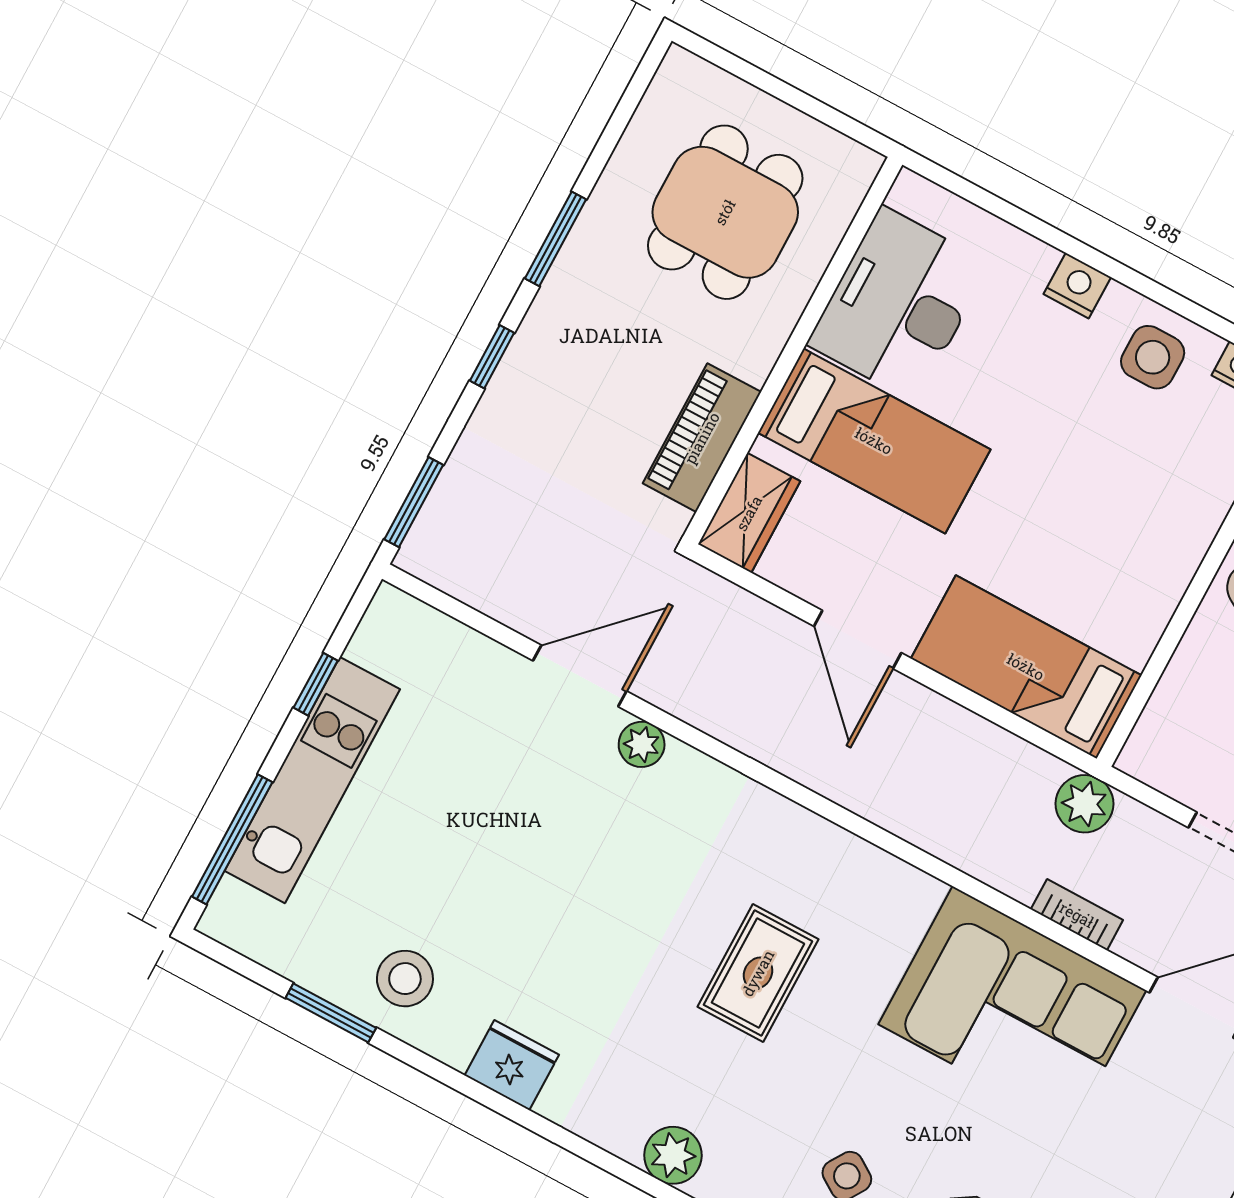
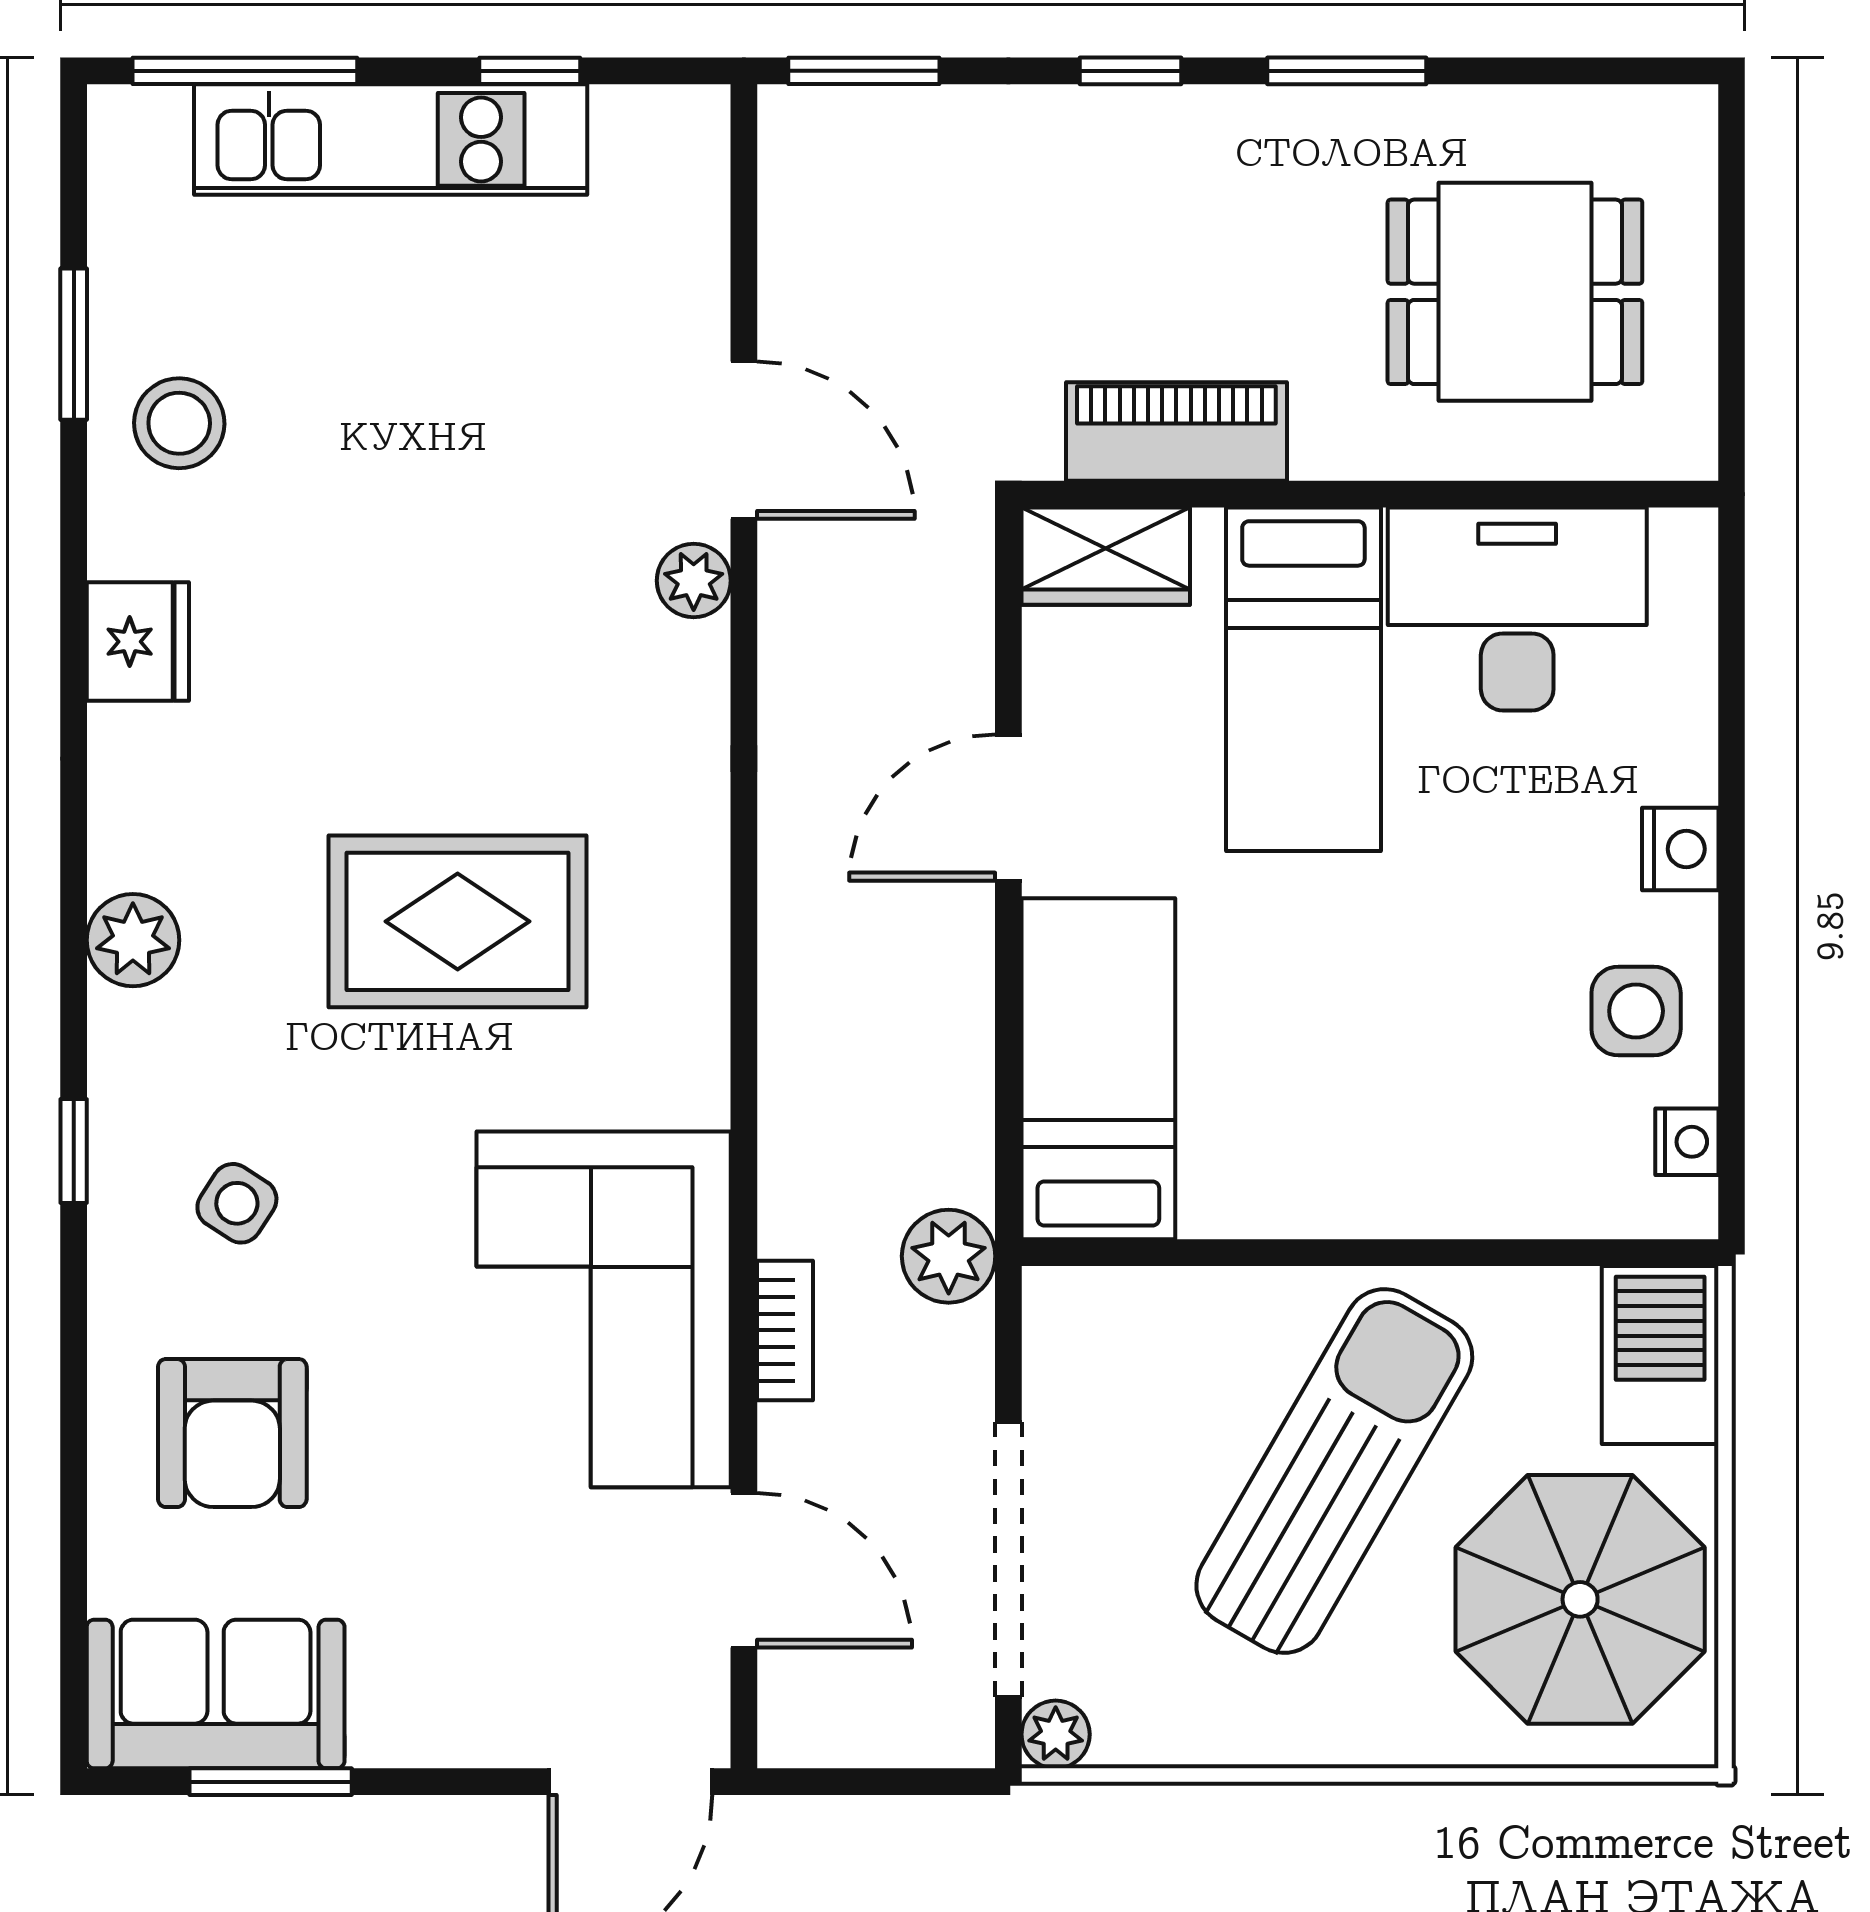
rug: (758, 973) -> (458, 921), width x1.36, depth x1.43

